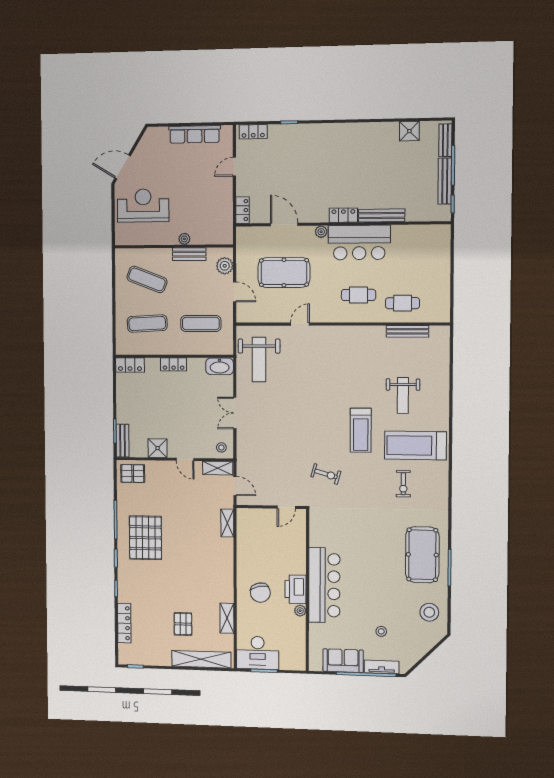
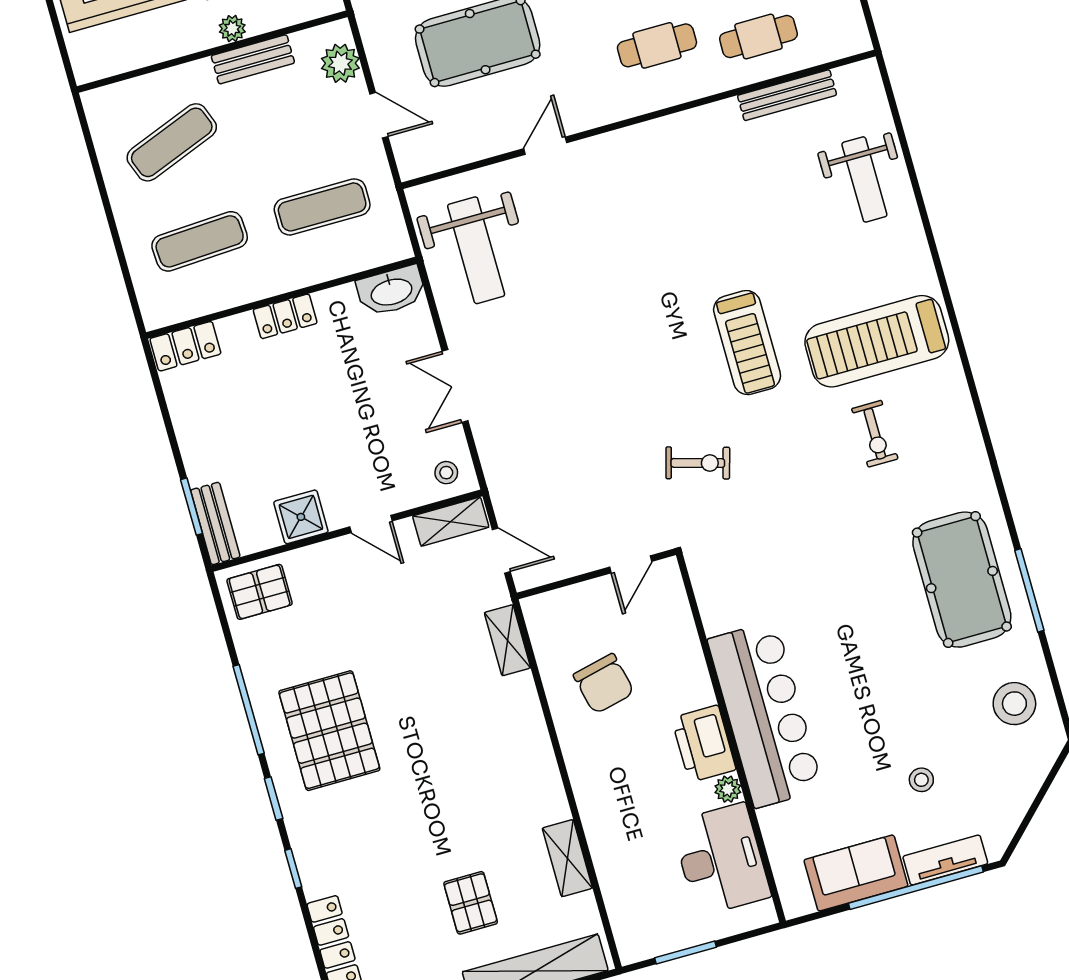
exercise mat: (147, 279) -> (172, 142), turned -42
weight bench: (403, 395) -> (864, 179), moved
chair: (260, 593) -> (604, 684), moved
desk: (258, 653) -> (721, 859), moved, turned -90

